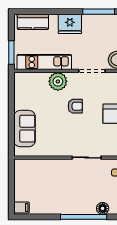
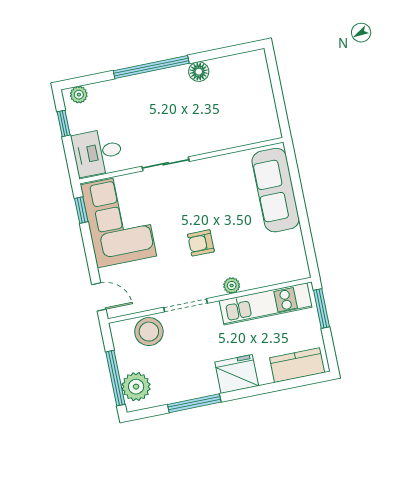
plant: (58, 81) -> (232, 286), width x0.53, depth x0.53
sofa: (24, 129) -> (276, 190), width x1.36
filing cabinet: (21, 207) -> (255, 62), removed
floor lamp: (103, 208) -> (199, 72), moved

